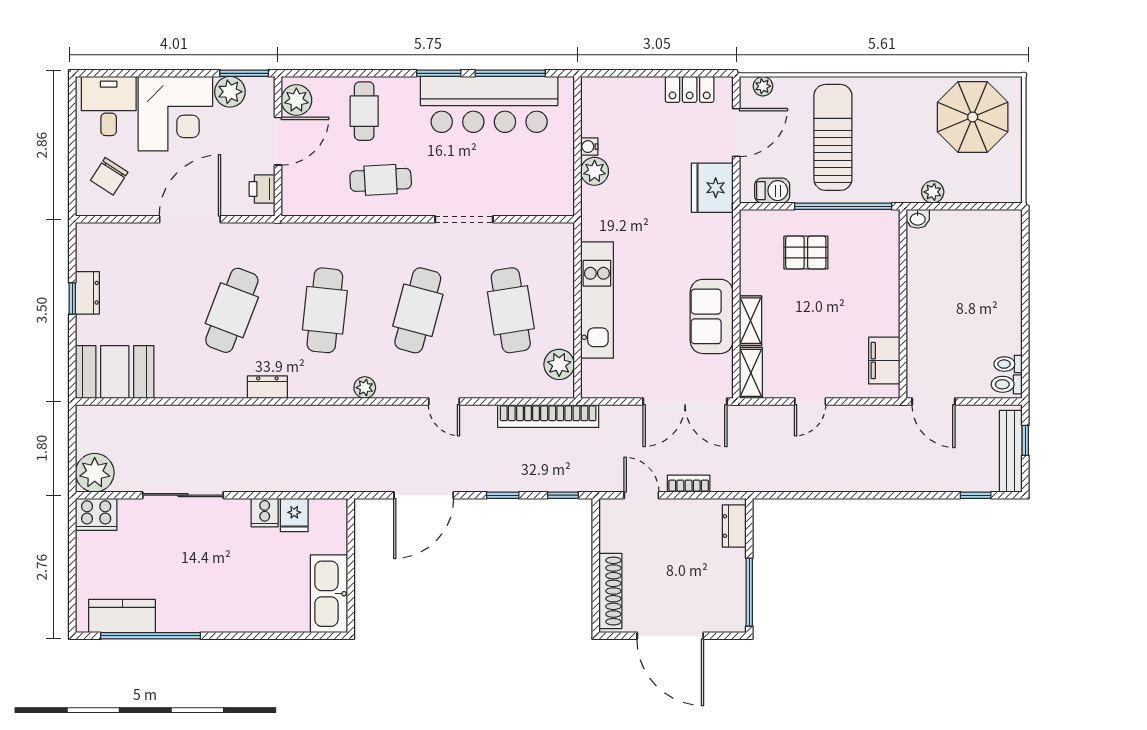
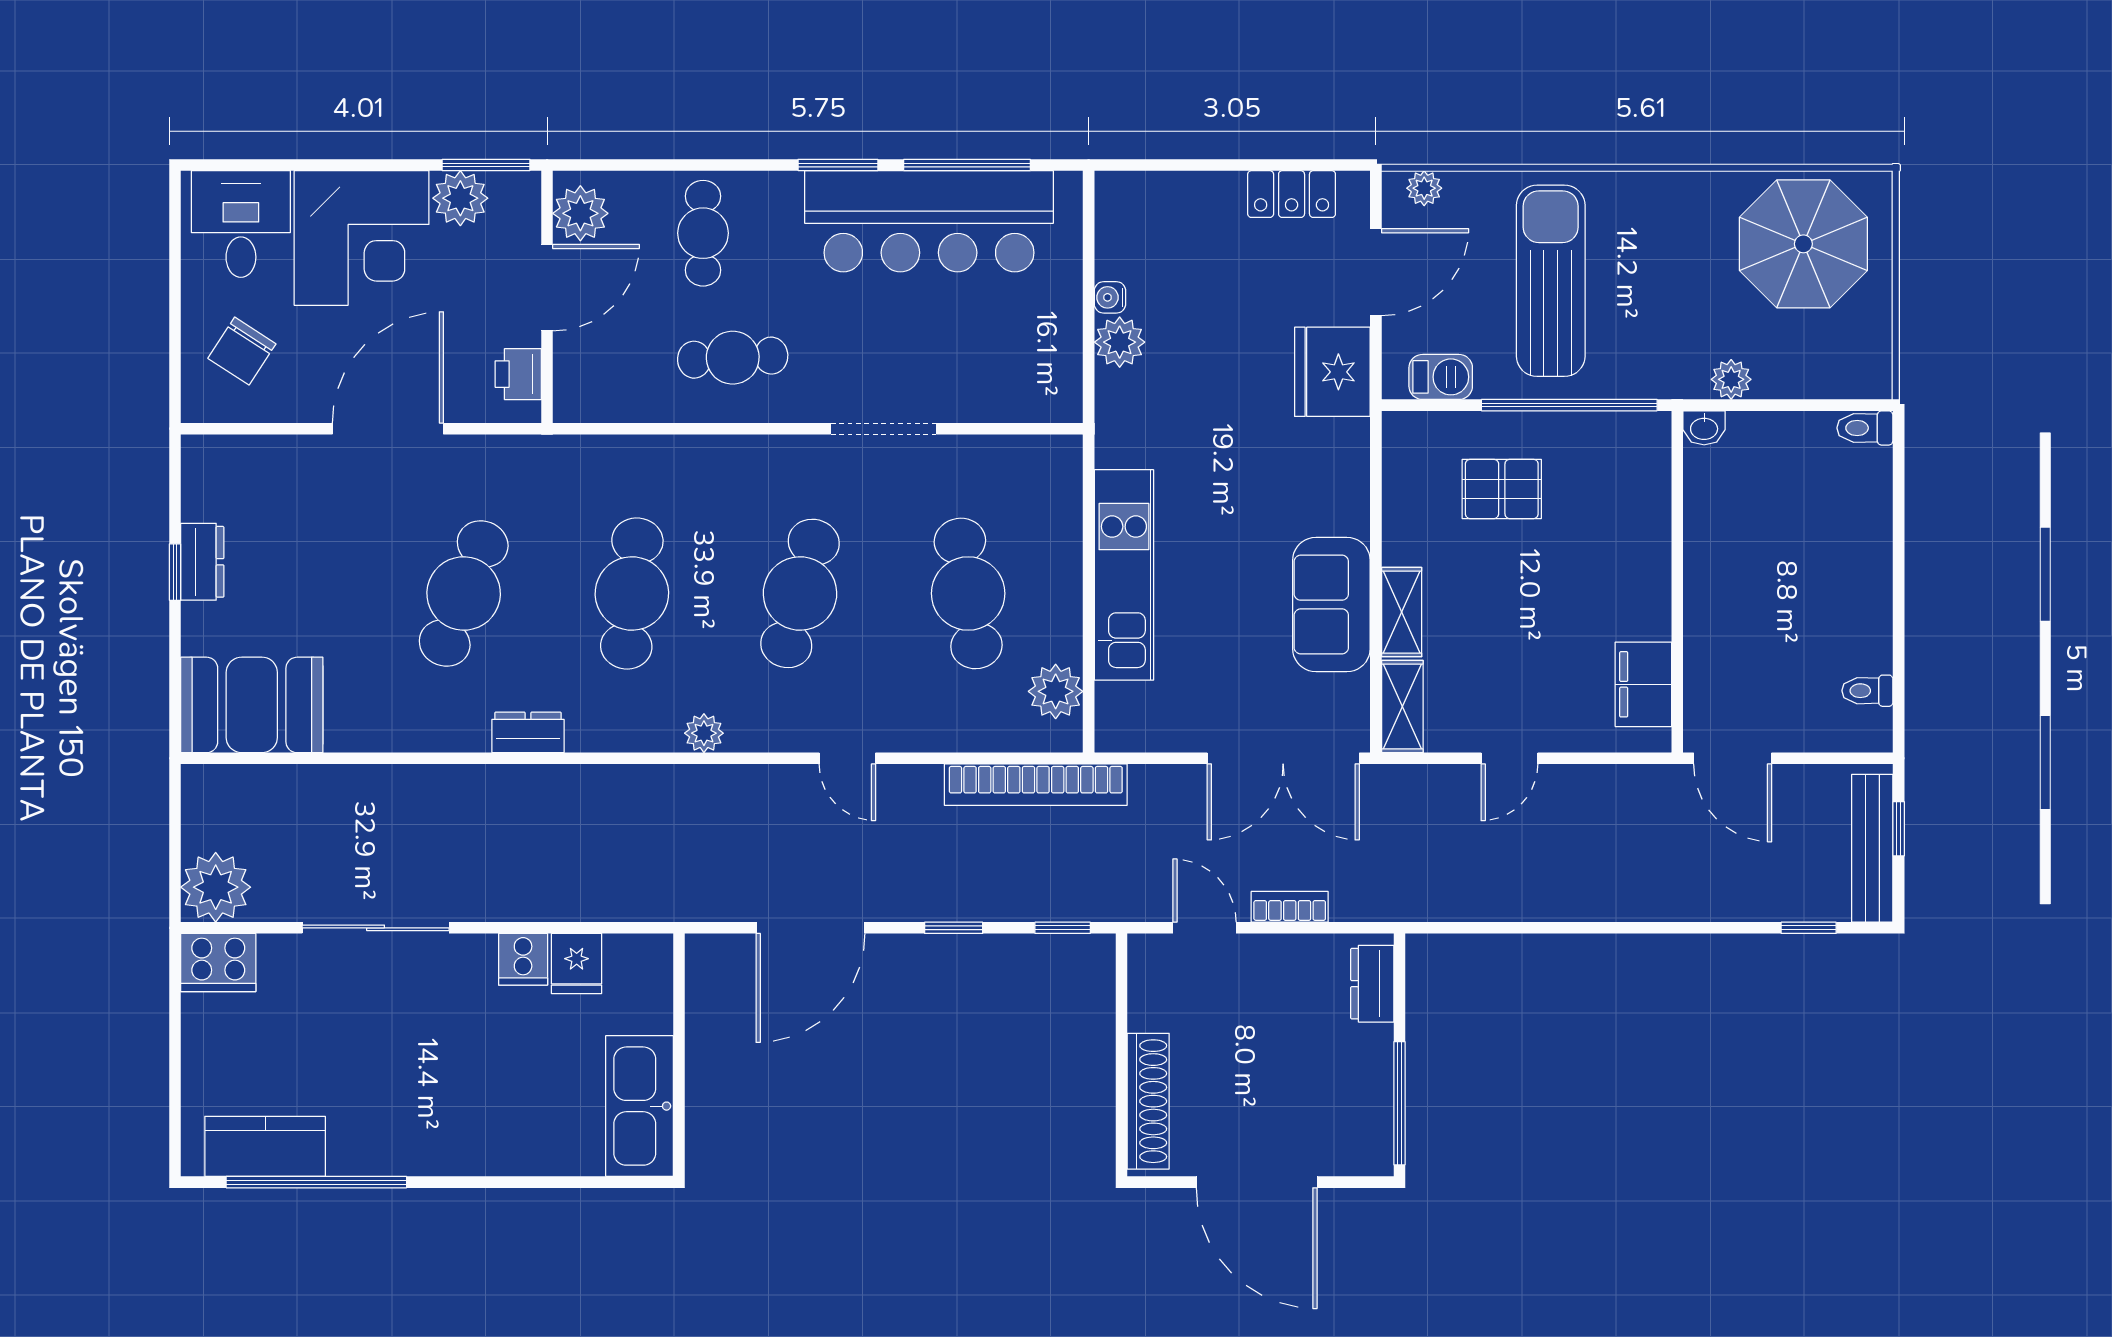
toilet: (1007, 384) -> (1865, 428), moved

